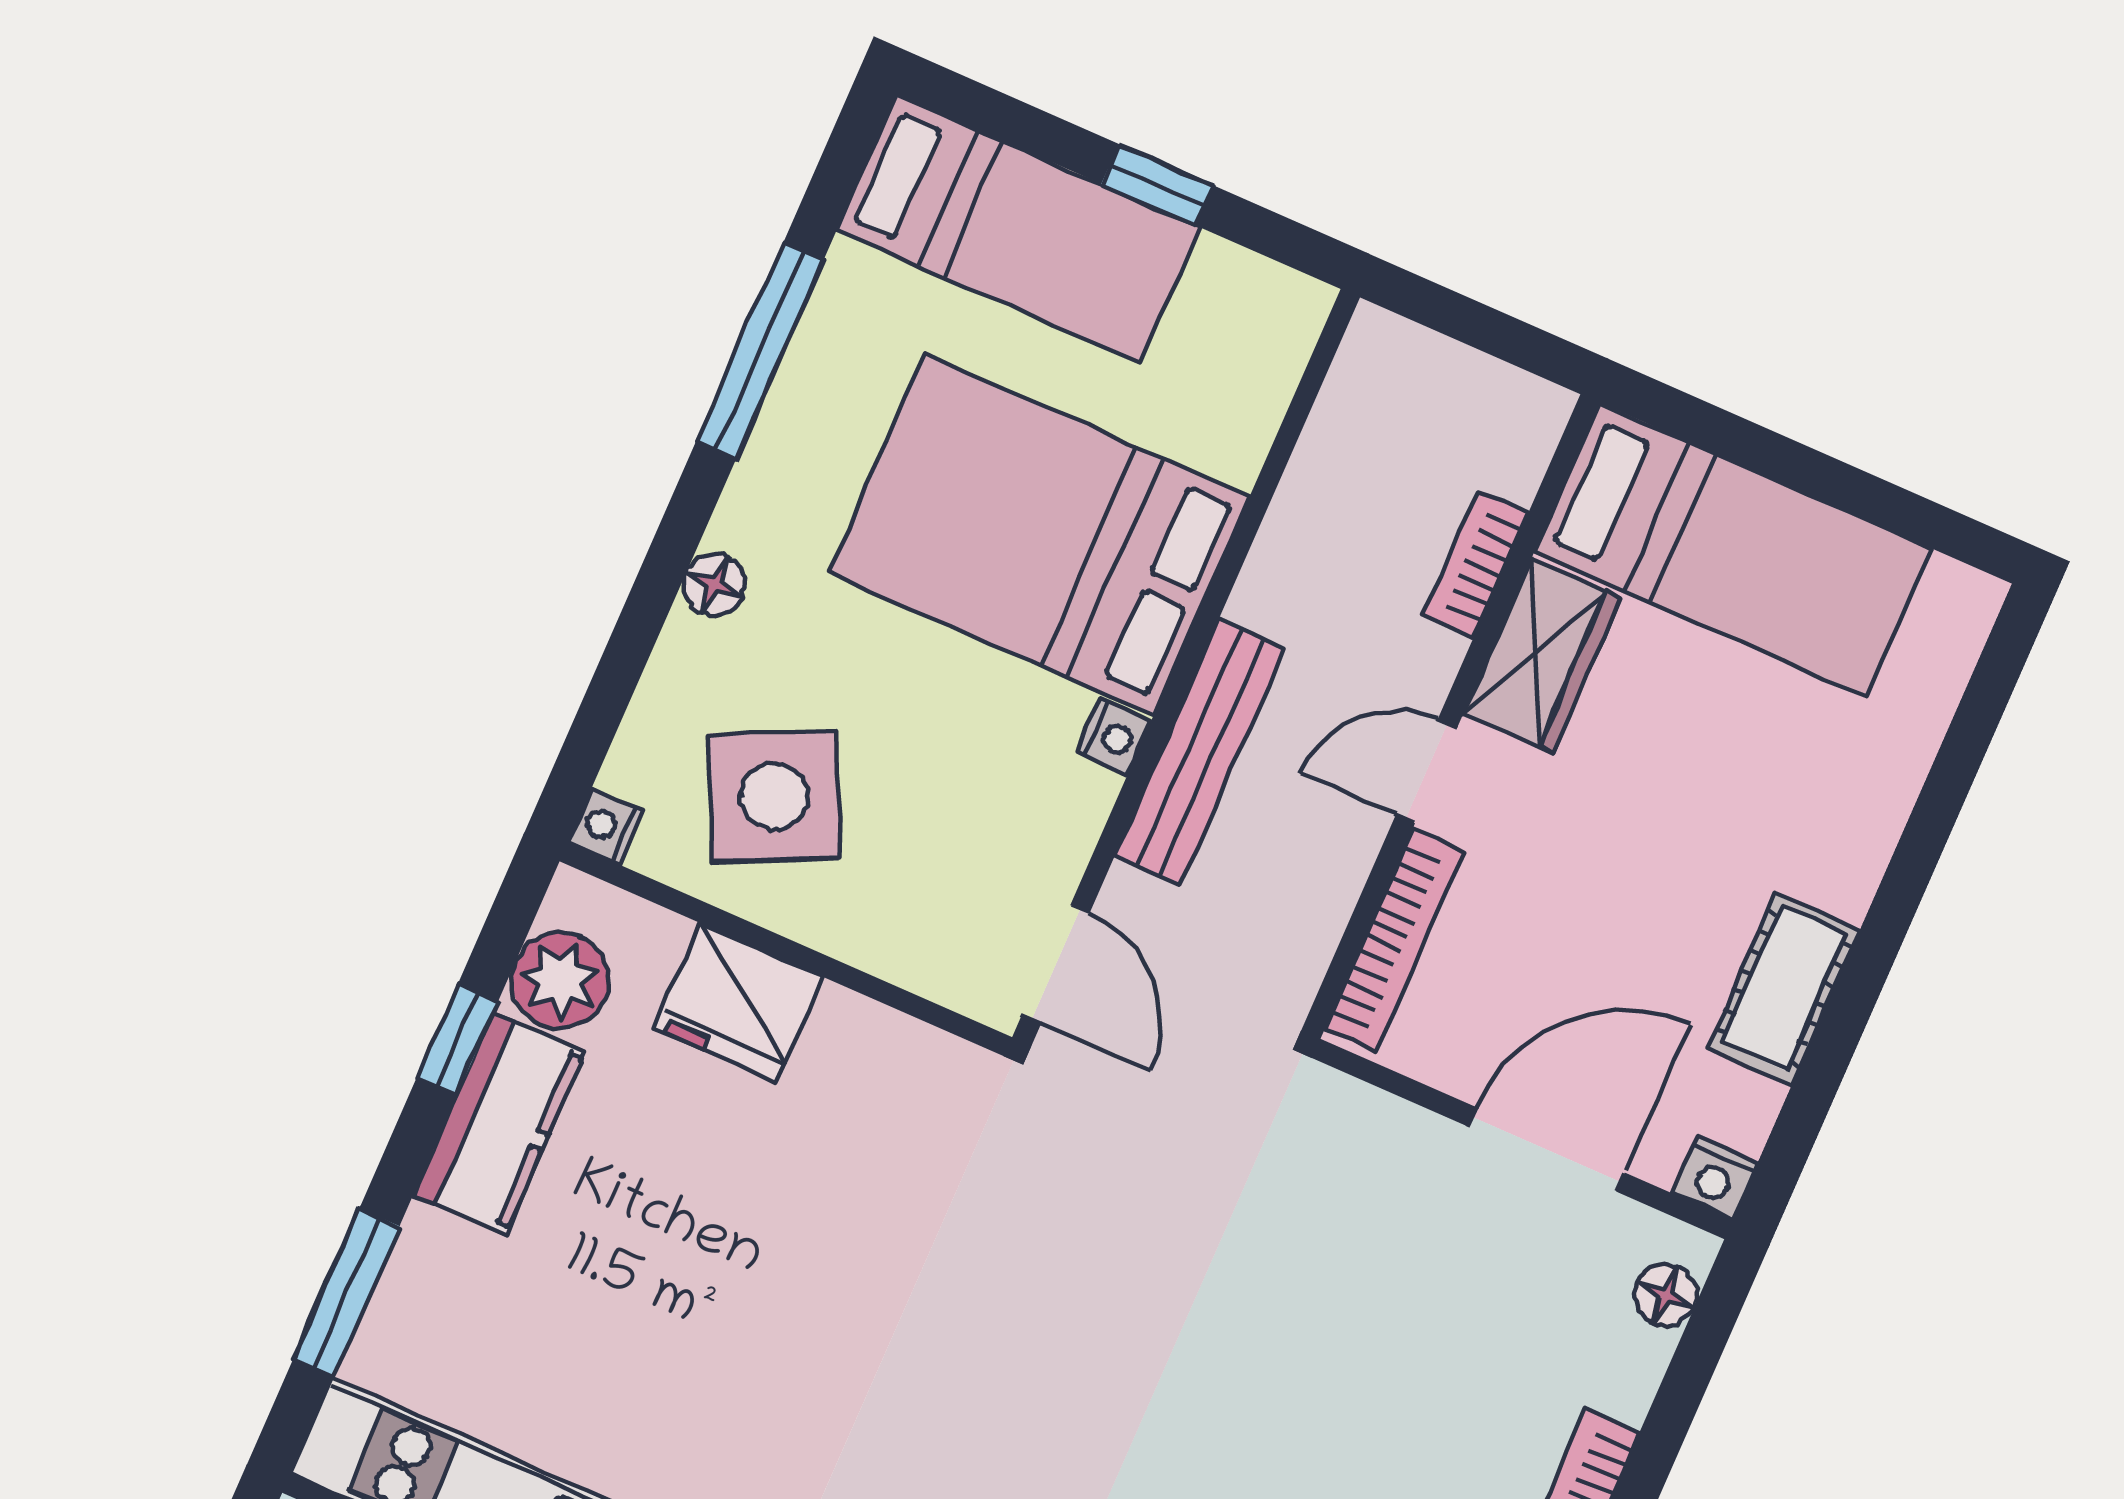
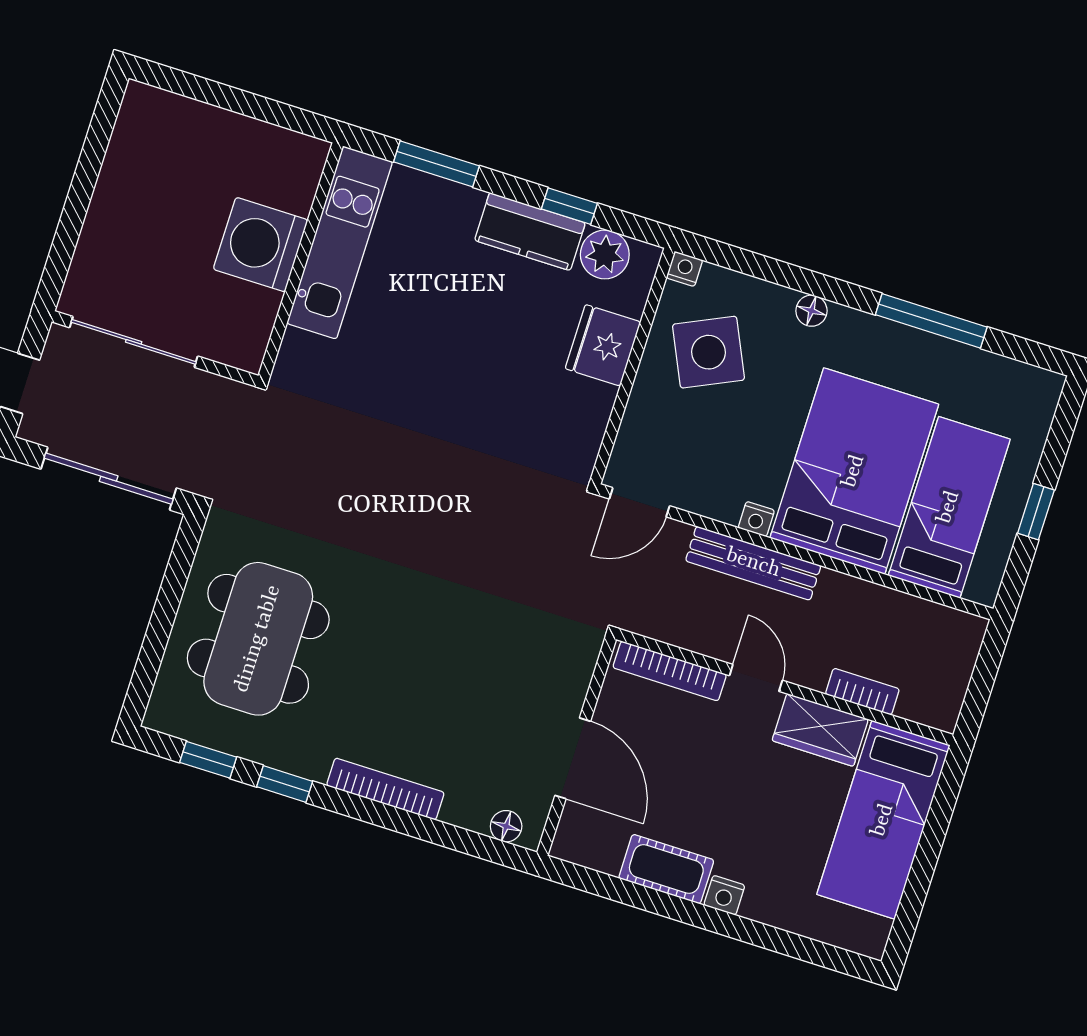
bed: (1018, 229) -> (949, 507), moved, turned 180
nightstand: (1715, 1178) -> (724, 895), moved, turned -90

